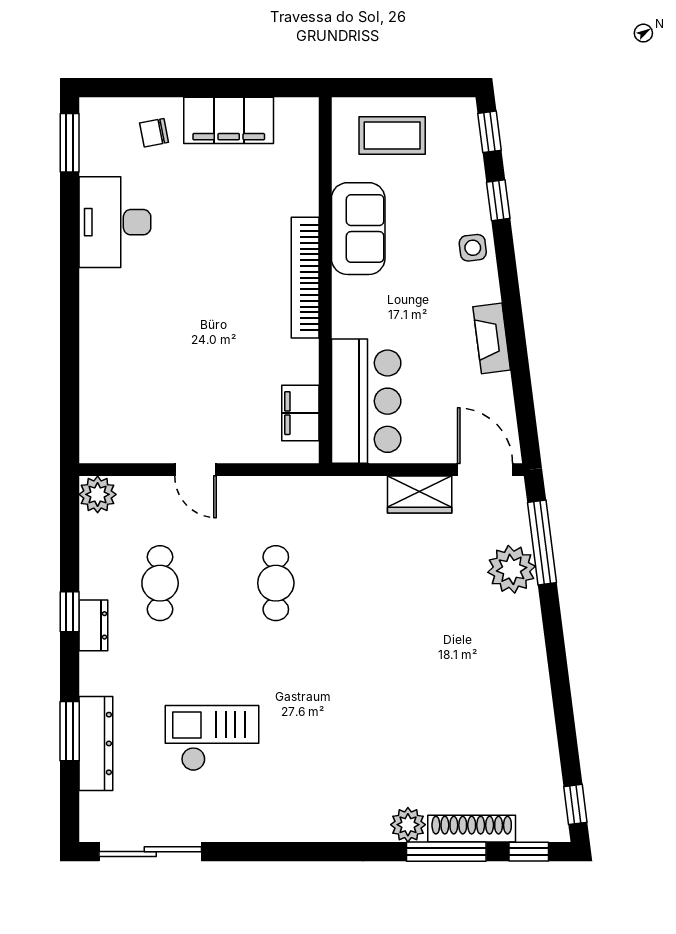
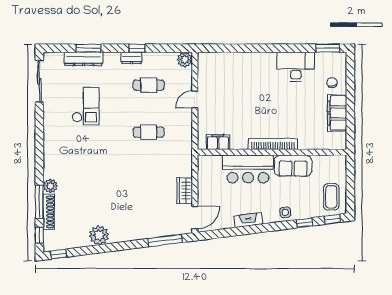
coffee table: (392, 136) -> (331, 197), moved
bar counter: (366, 401) -> (248, 169), moved
plant: (512, 569) -> (99, 235), moved

